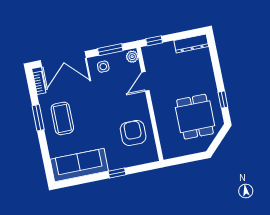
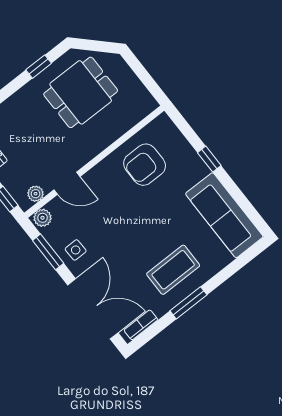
plant: (149, 60) -> (36, 194), added

